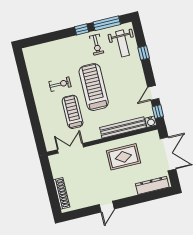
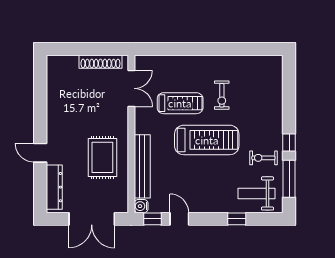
shoe rack: (62, 193) -> (100, 62), moved
door: (107, 207) -> (40, 153), moved

